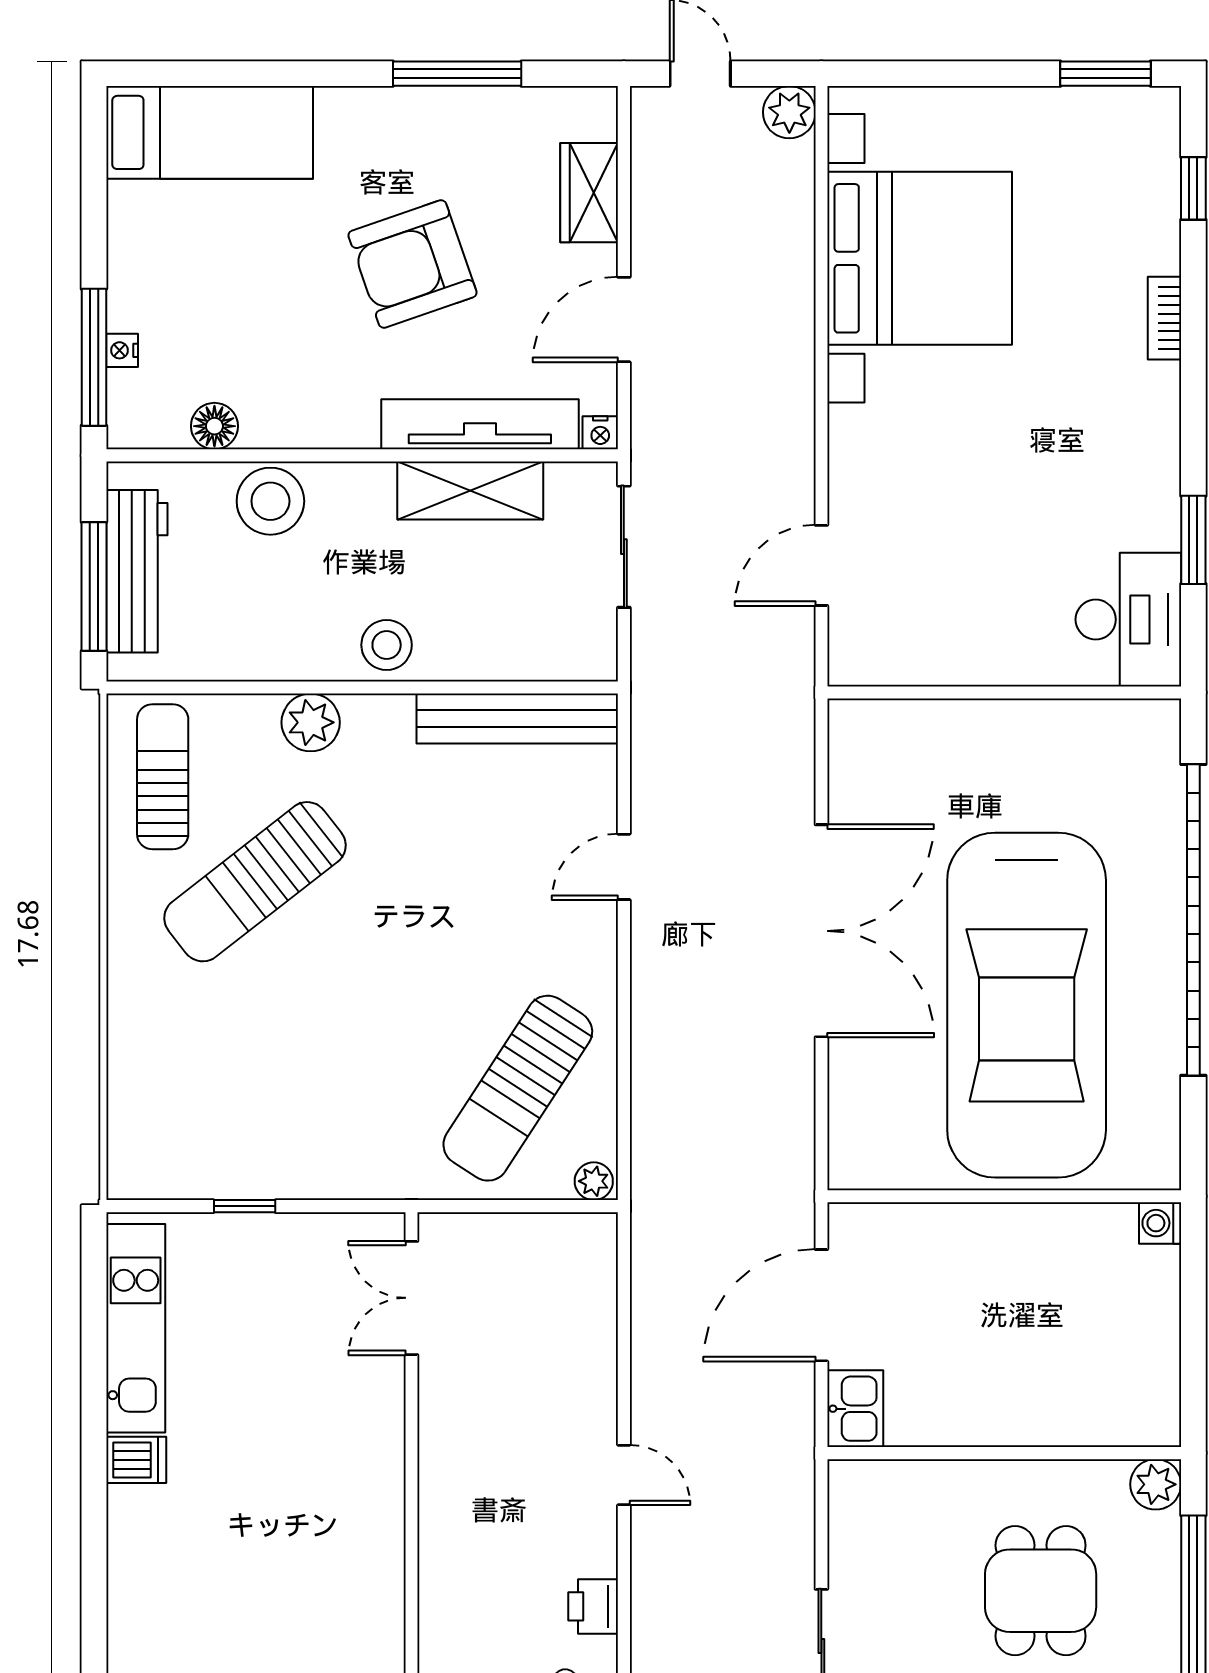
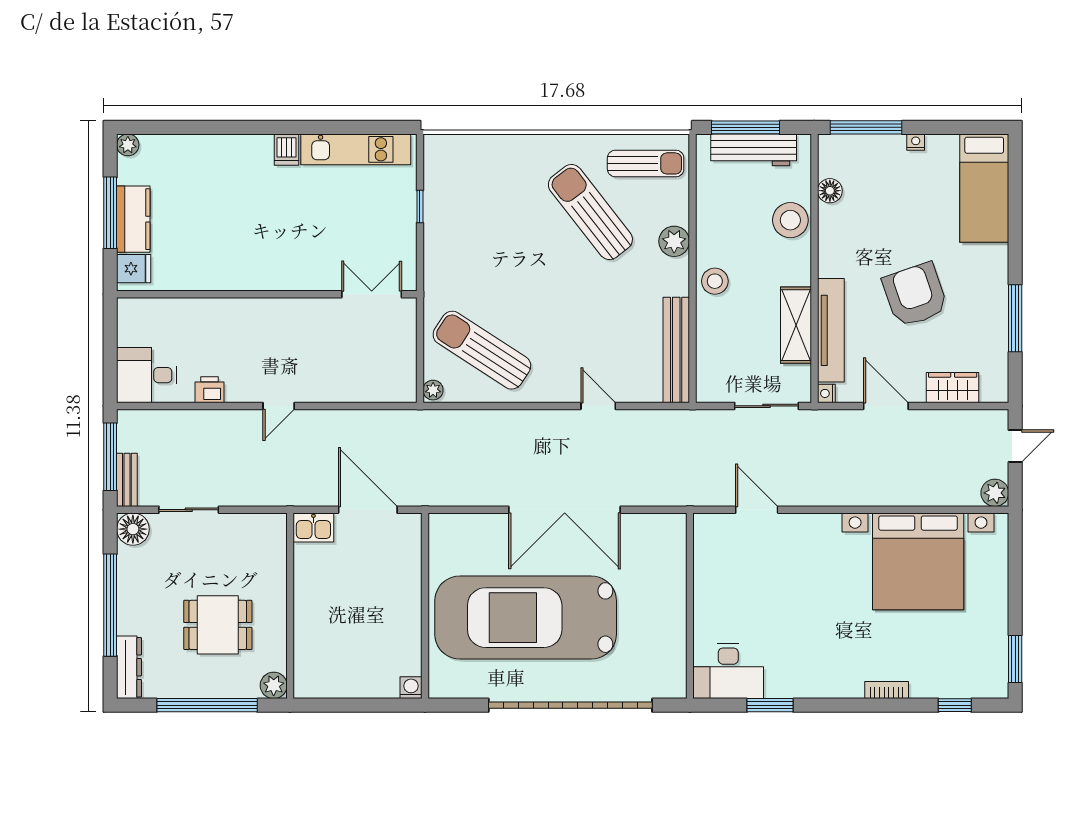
nightstand: (122, 350) -> (916, 142), moved

